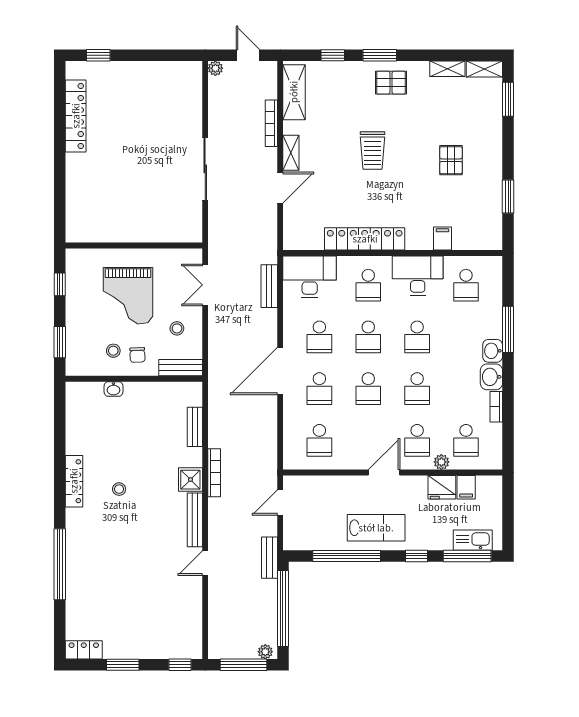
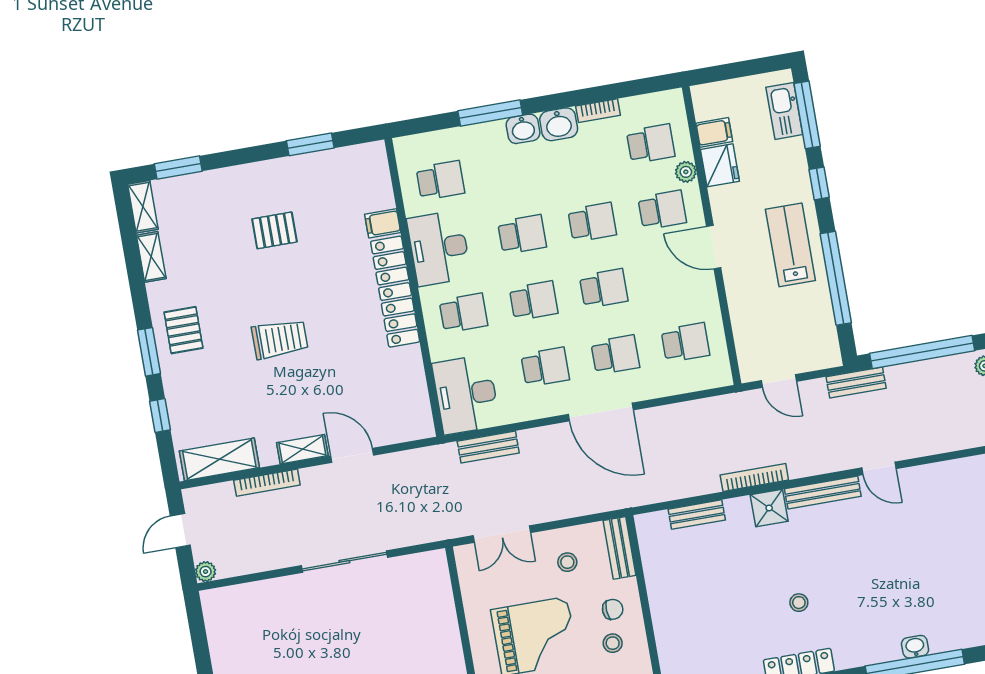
locker: (365, 239) -> (395, 292), moved
washbasin: (113, 389) -> (915, 647), moved, turned -90

